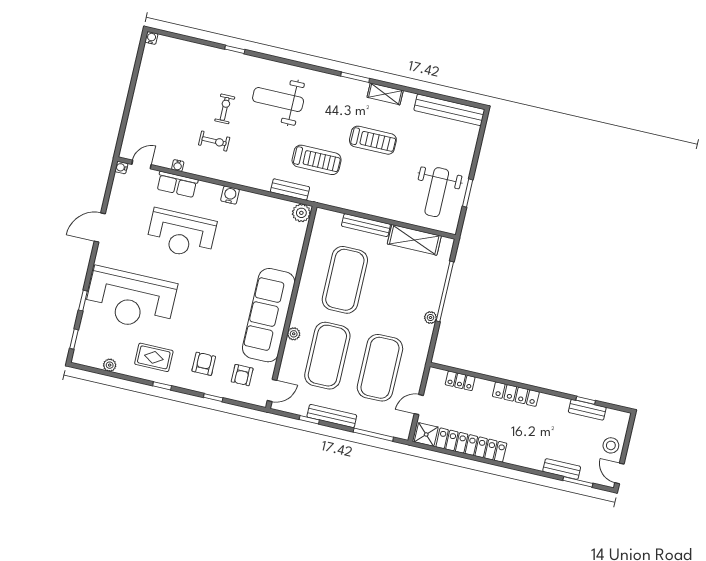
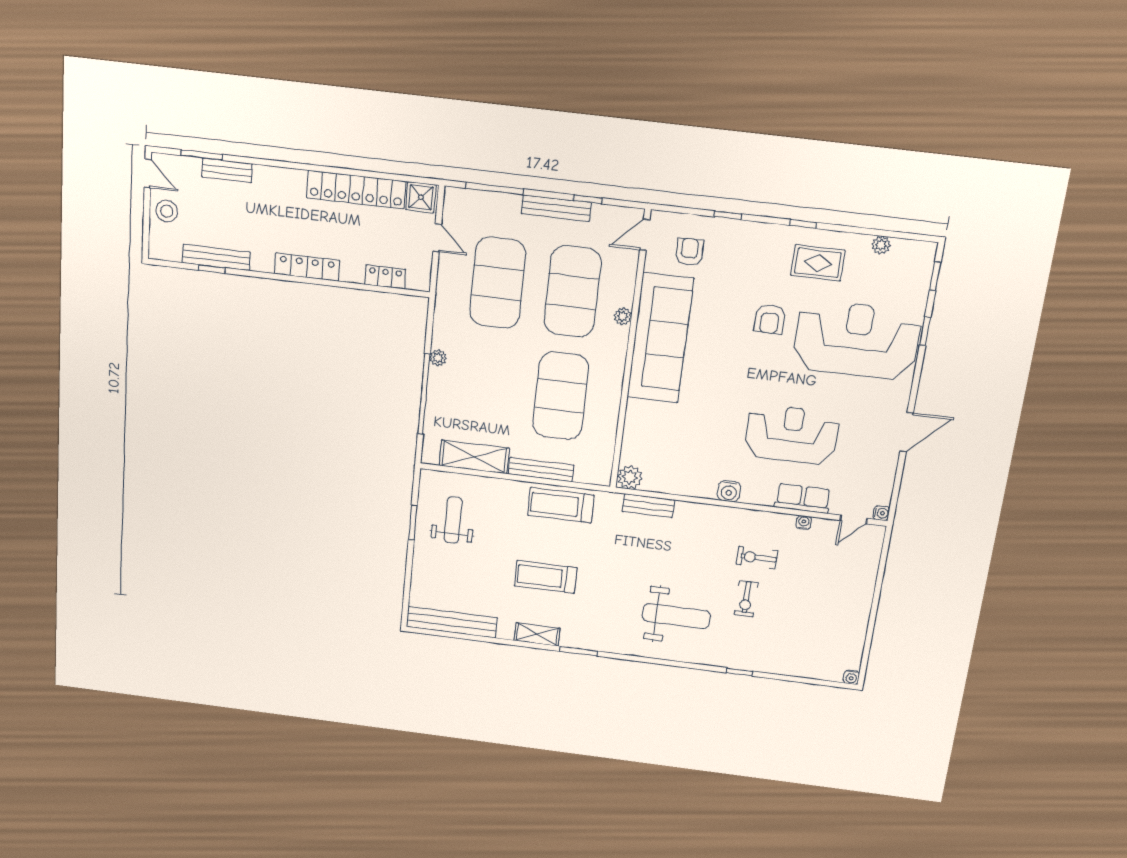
treadmill: (317, 160) -> (561, 505), moved
weight bench: (437, 192) -> (453, 520), width x0.73, depth x0.75
armchair: (204, 364) -> (770, 319), moved
door: (419, 405) -> (437, 238), hinge flipped
bench: (587, 410) -> (216, 257), width x1.36

